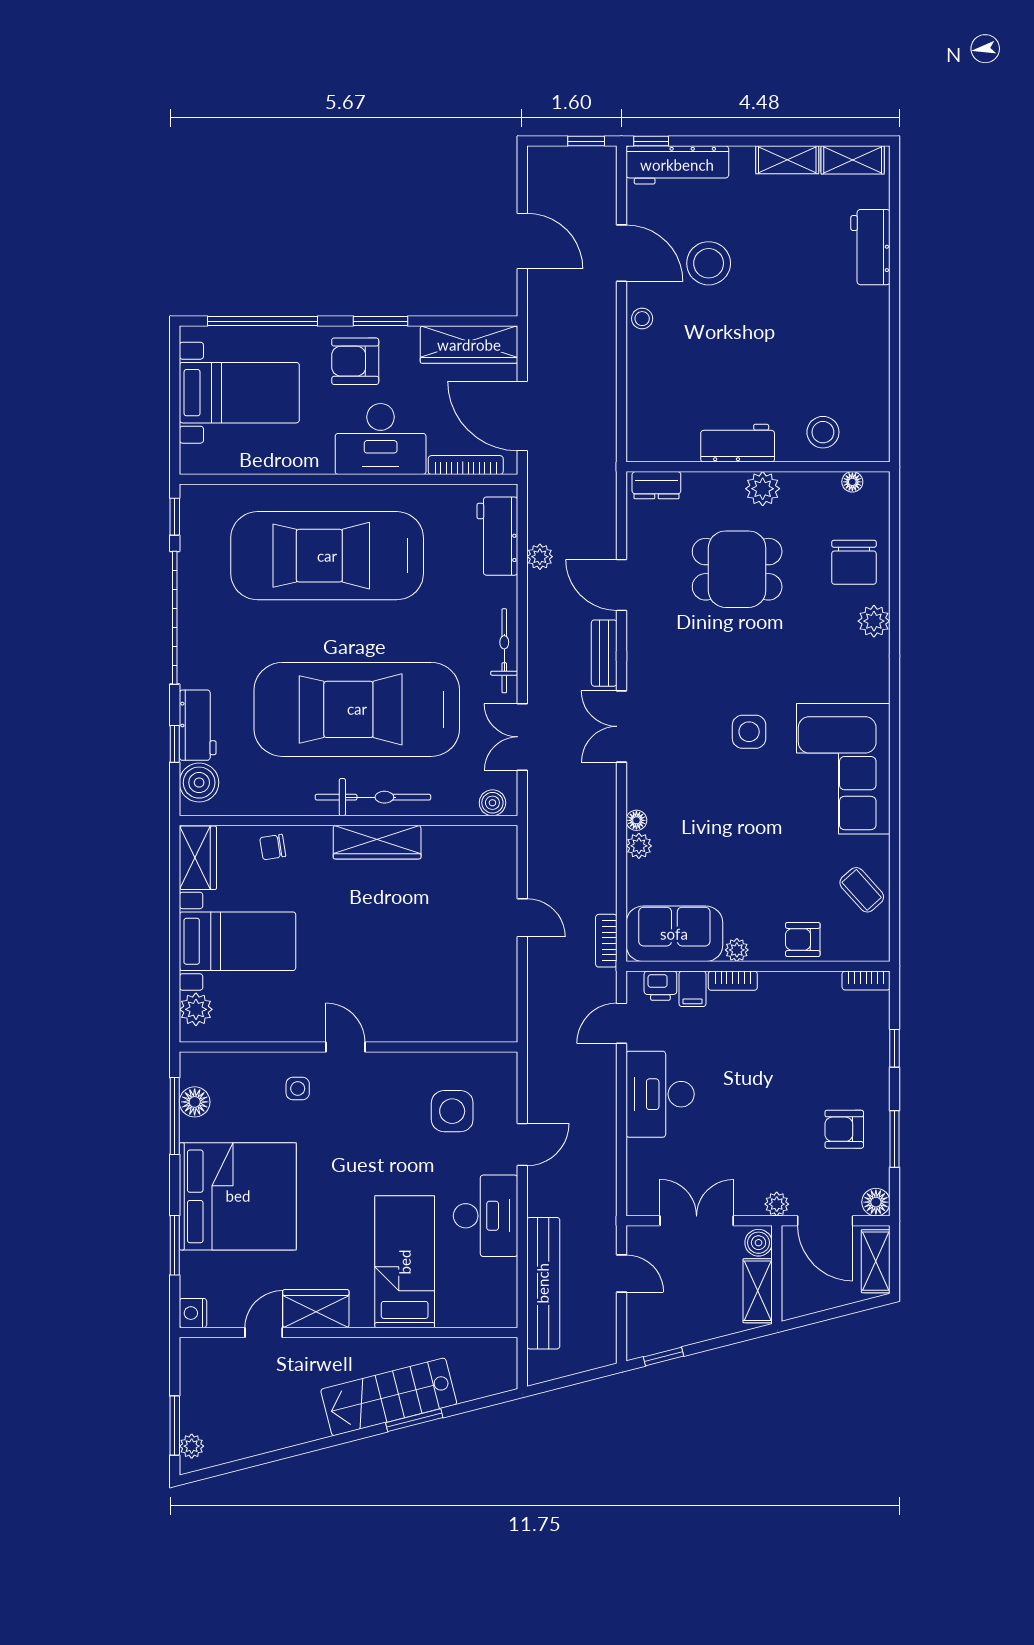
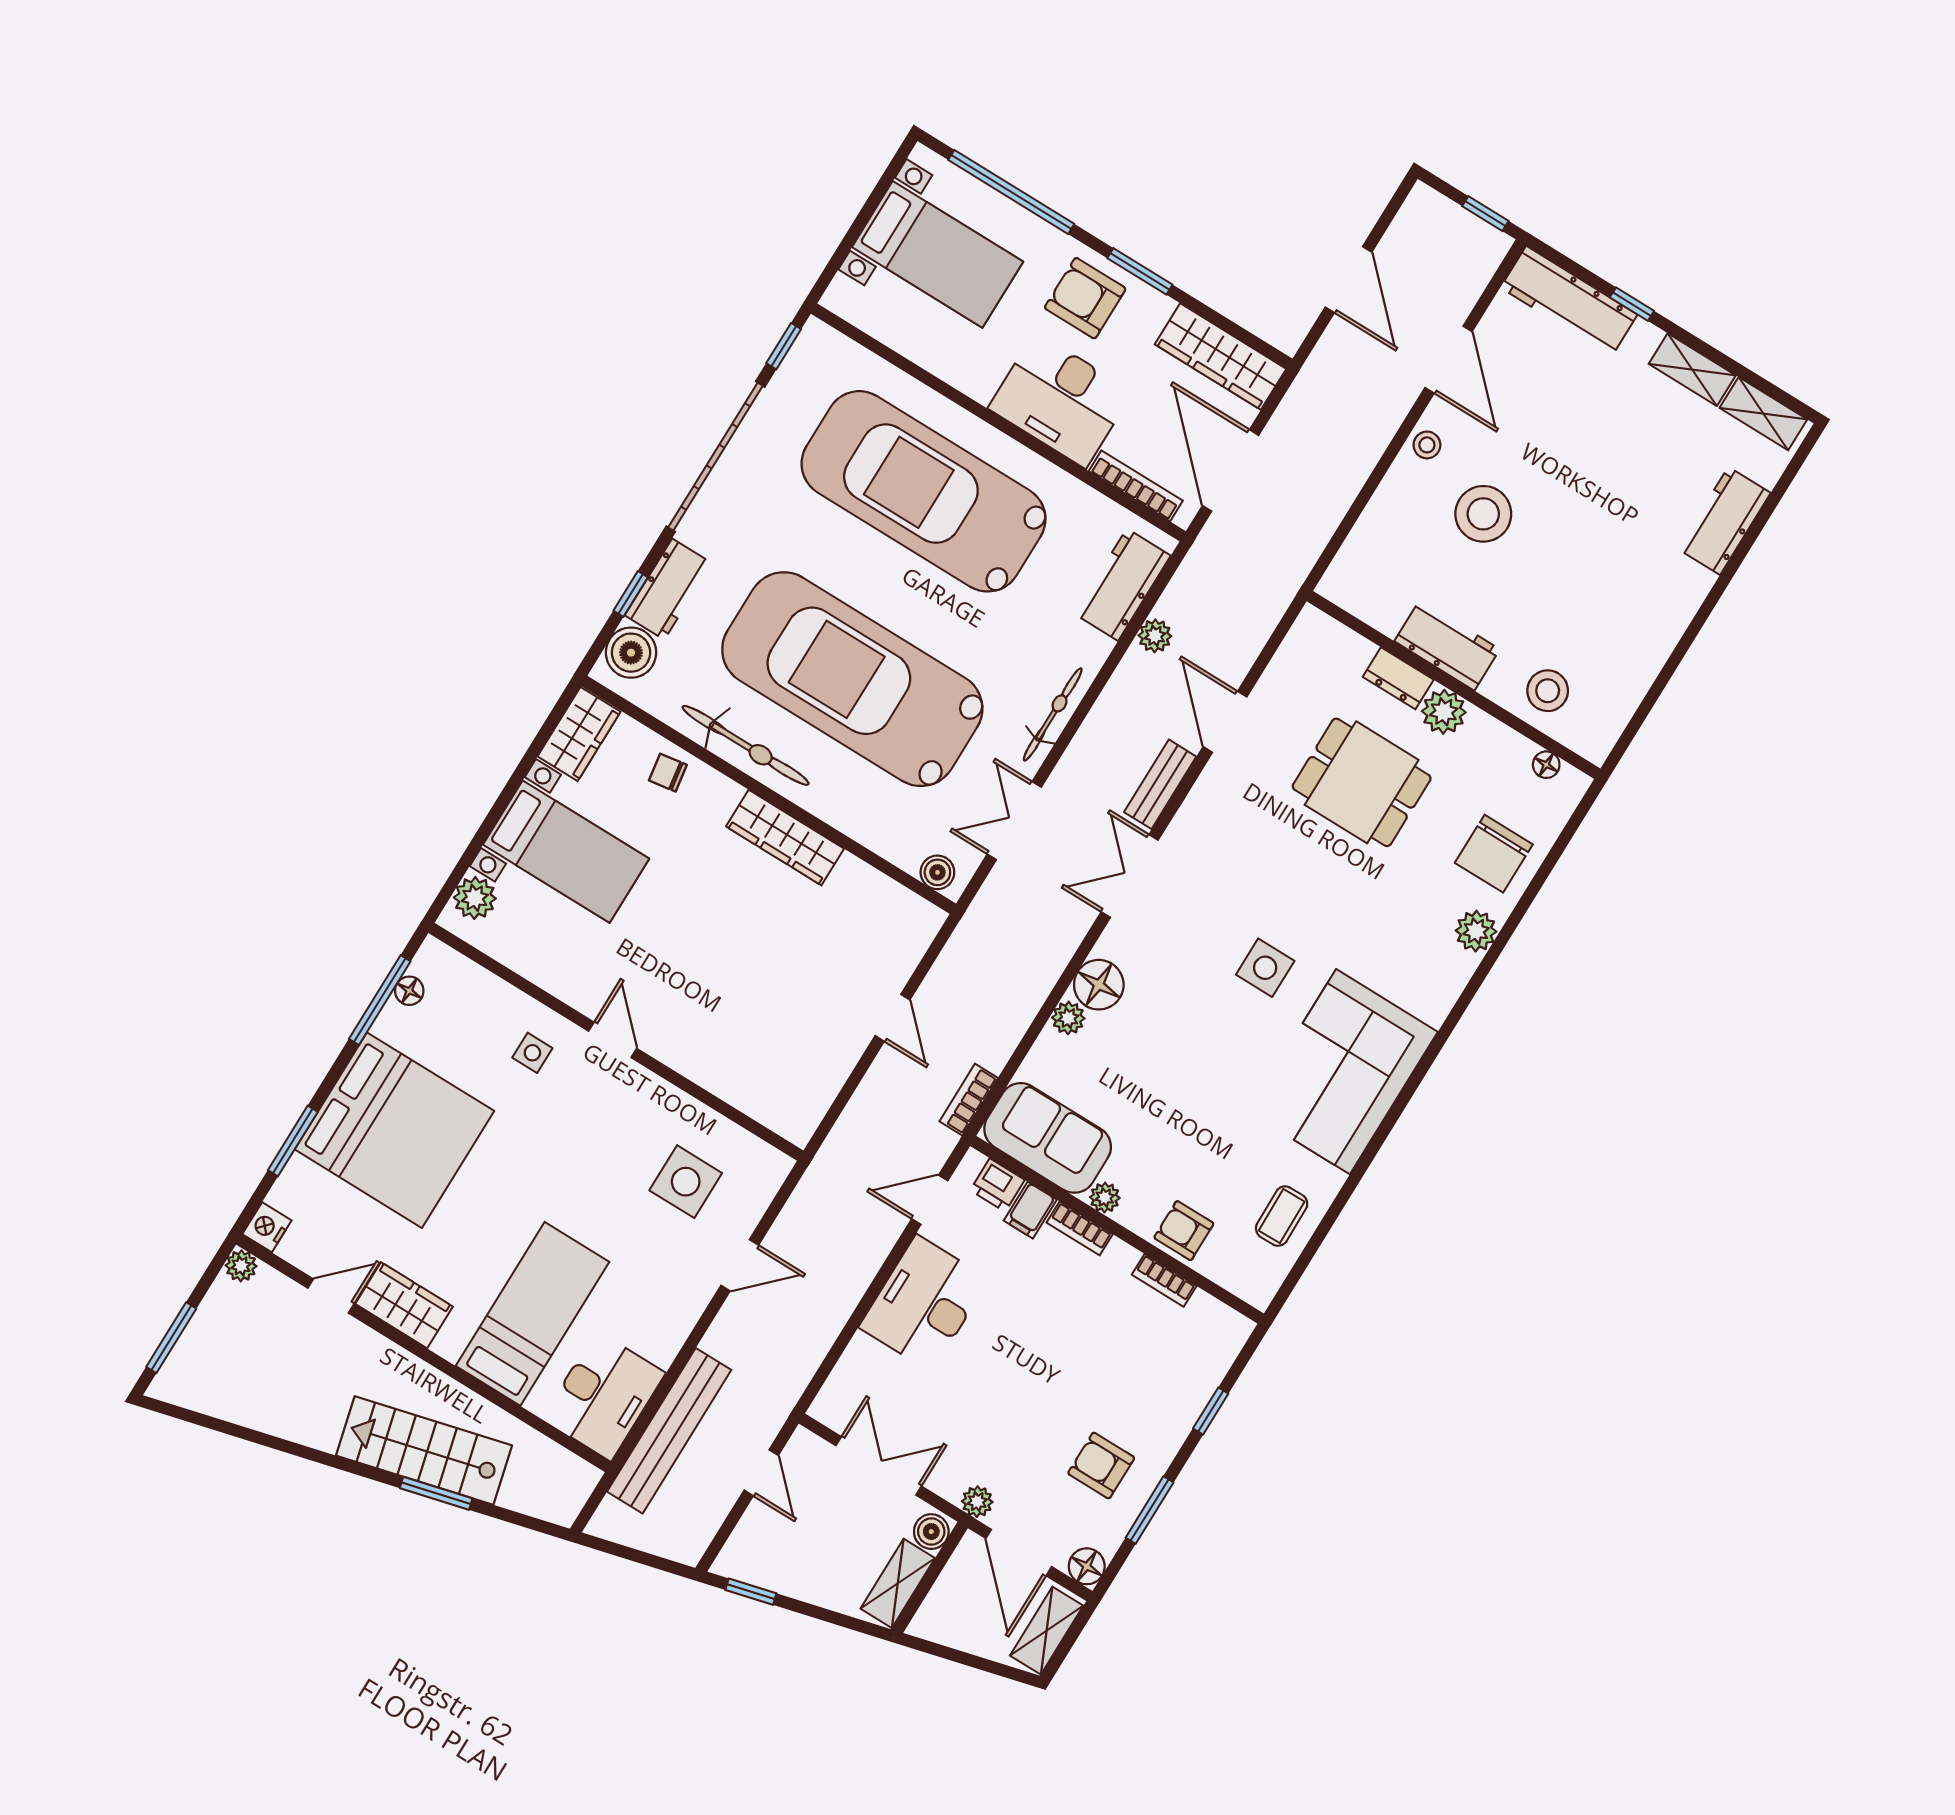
window: (651, 141) -> (1632, 304), moved
stool: (709, 263) -> (1483, 514), moved
dresser: (656, 485) -> (1398, 678), moved
bicycle: (373, 797) -> (746, 745), moved
floor lamp: (636, 820) -> (1099, 985), width x1.89, depth x1.89
coffee table: (862, 890) -> (1282, 1216), turned 41
bookcase: (866, 981) -> (1164, 1280), moved
floor lamp: (195, 1102) -> (409, 991), width x0.73, depth x0.73
desk: (486, 1216) -> (604, 1396), moved
plant: (192, 1446) -> (241, 1266), moved

